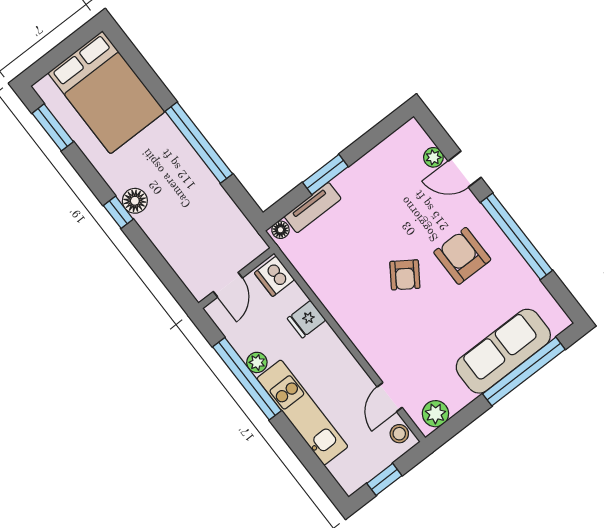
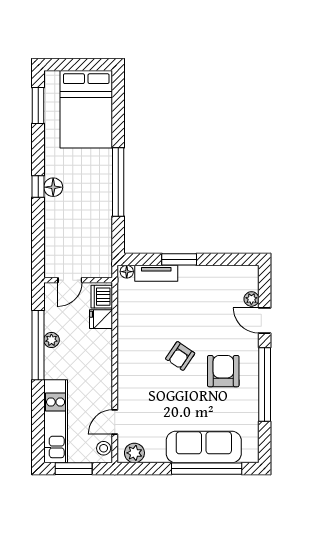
fridge: (307, 319) -> (101, 319), moved
kitchen unit: (302, 412) -> (56, 421), moved
window: (384, 479) -> (74, 469), width x1.50

